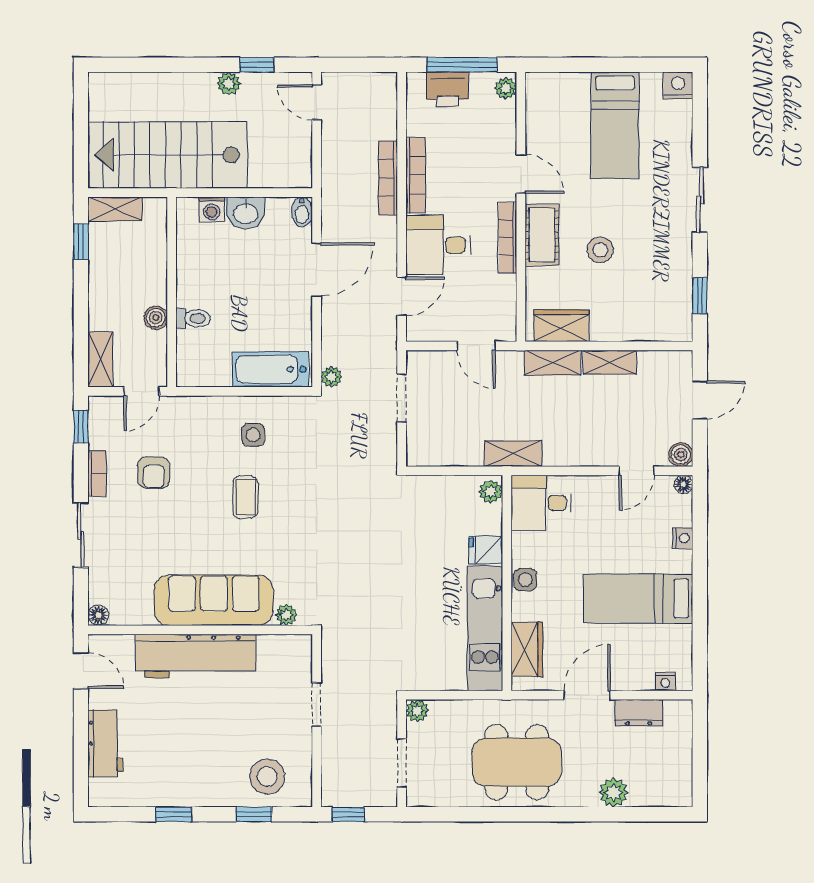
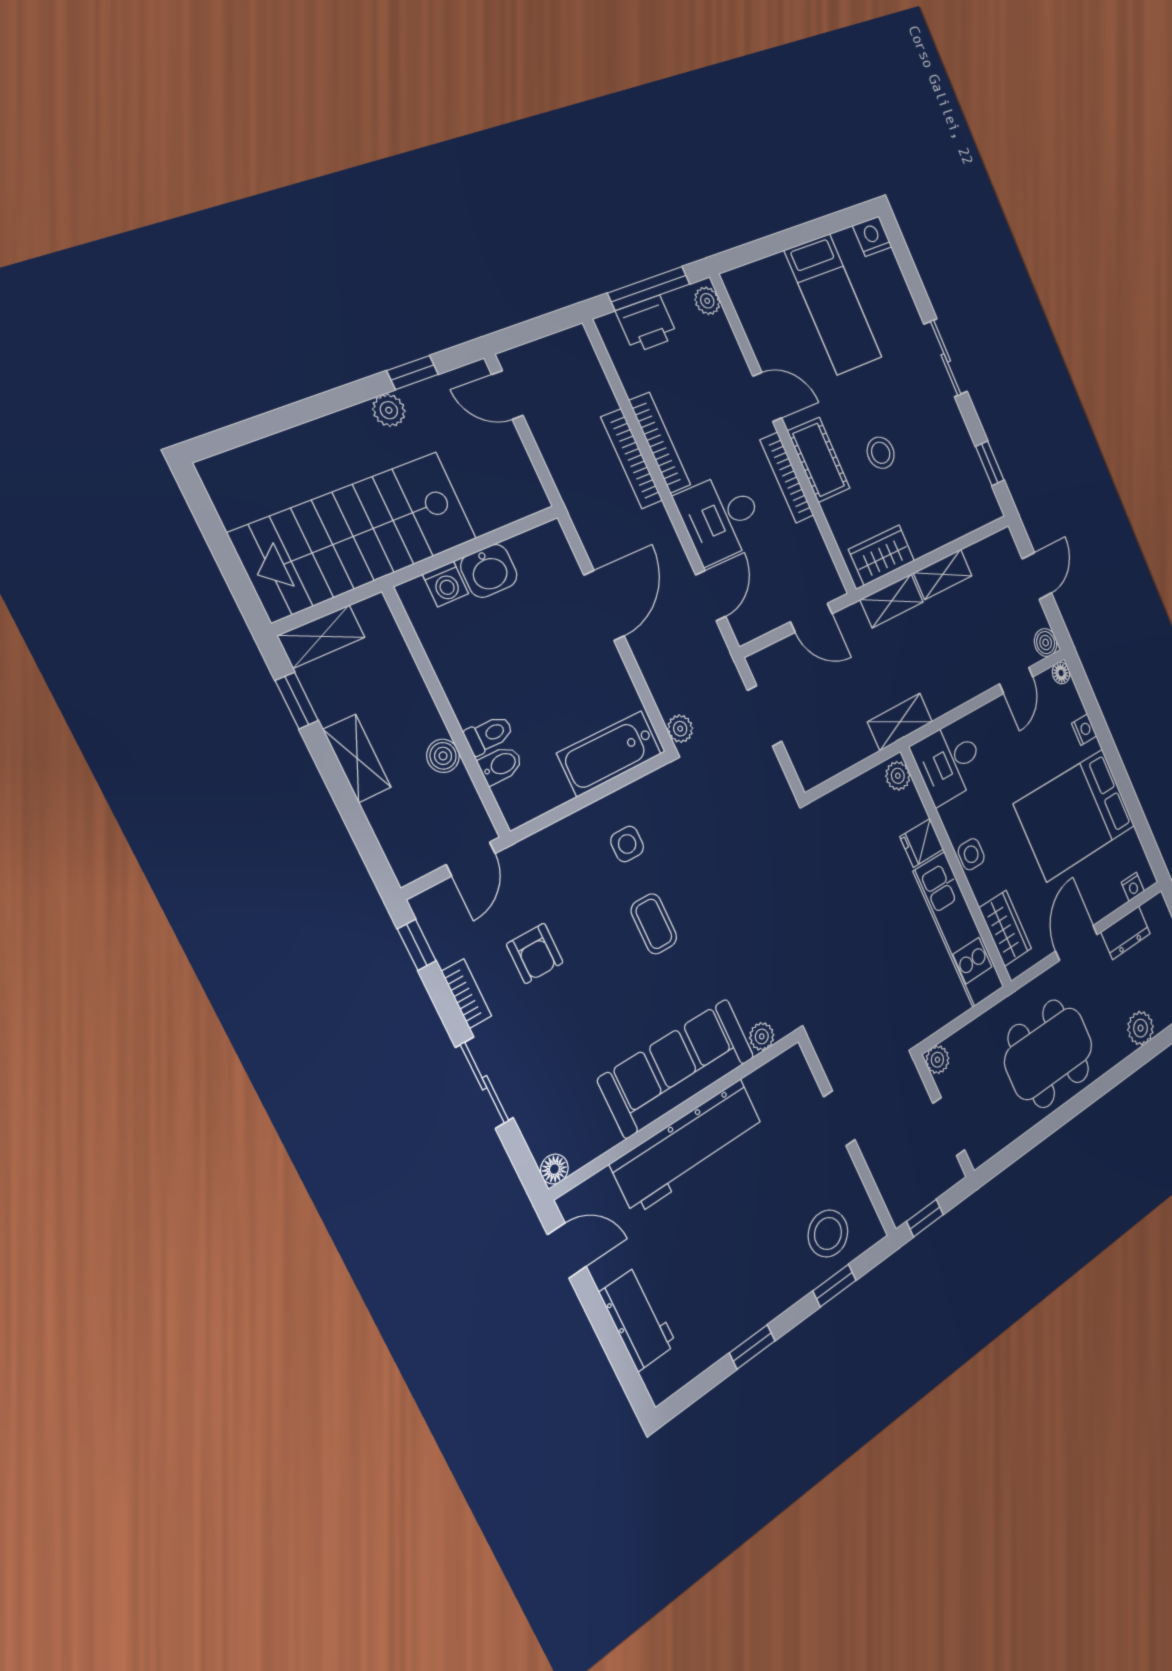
bidet: (302, 212) -> (501, 765), moved, turned -90
shelving: (100, 359) -> (357, 758), moved
bed: (638, 599) -> (1075, 815), width x1.50

